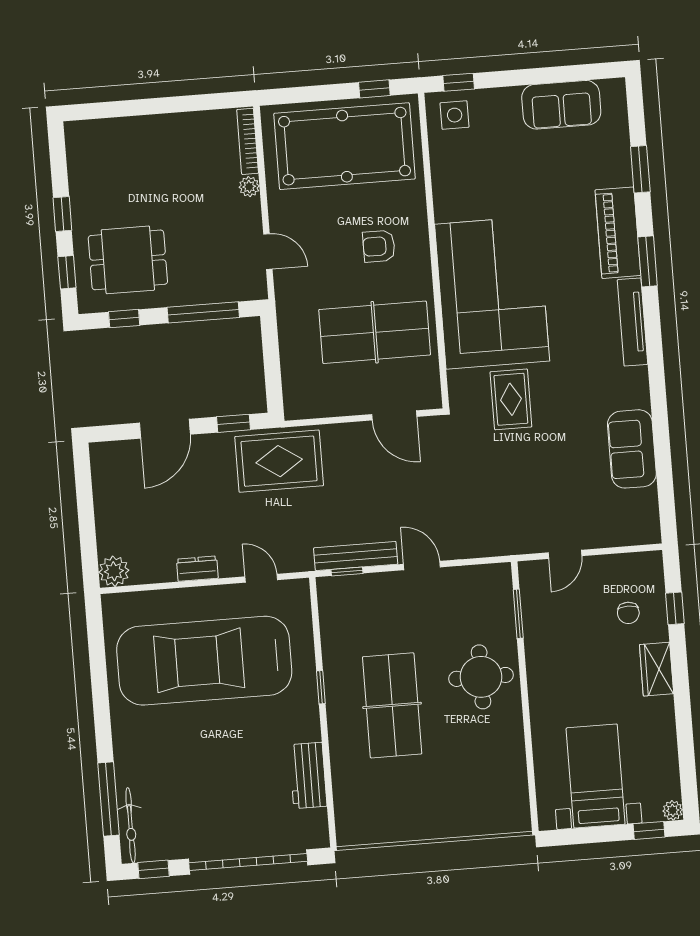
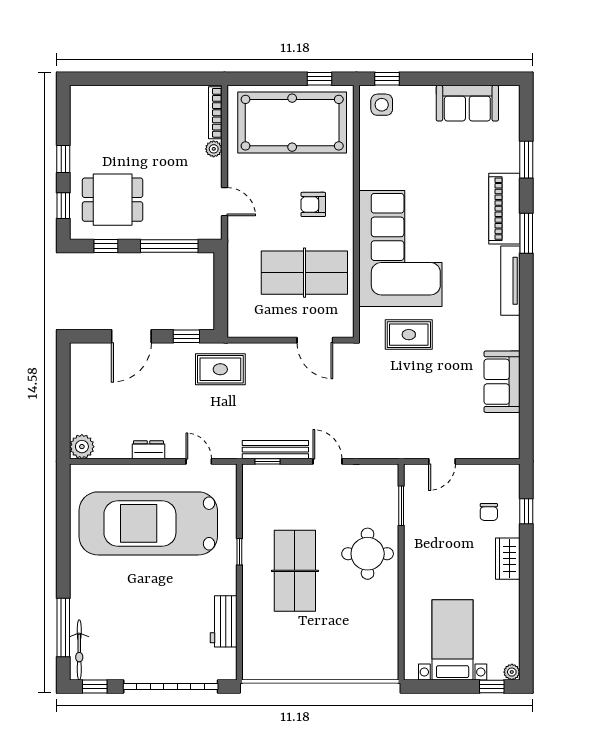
rug: (511, 399) -> (409, 335), turned 90
rug: (279, 461) -> (220, 369), width x0.73, depth x0.70

